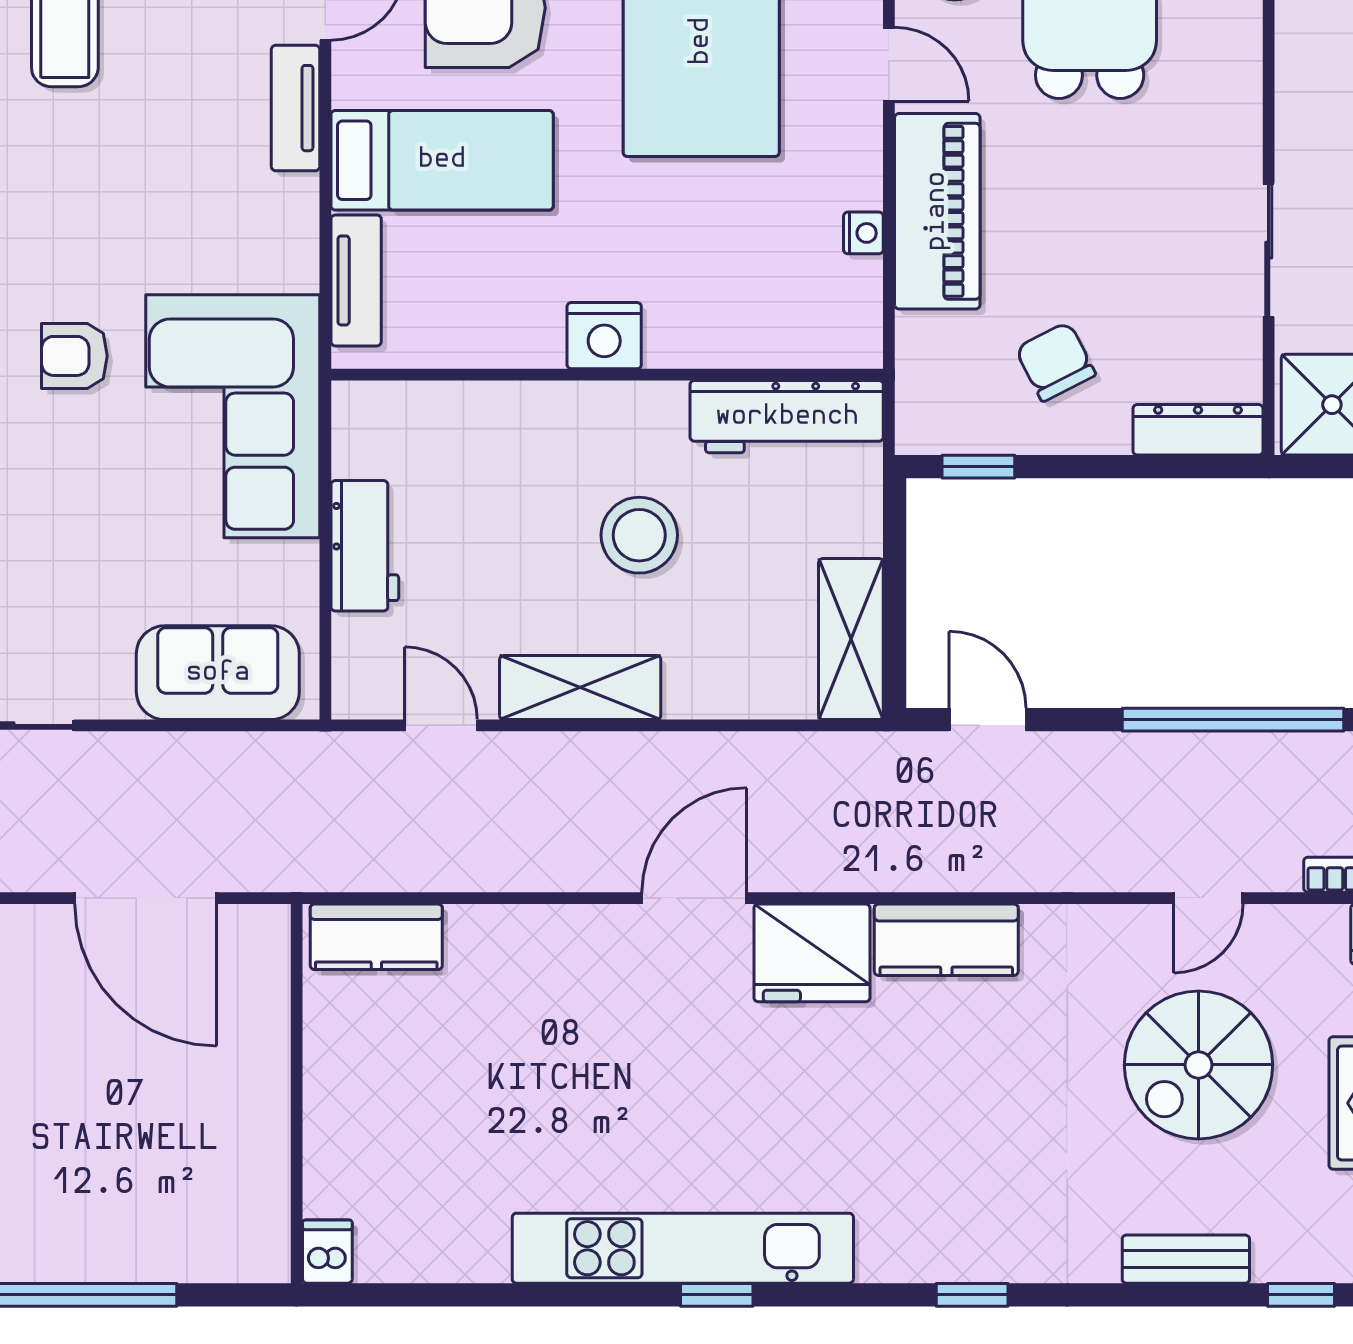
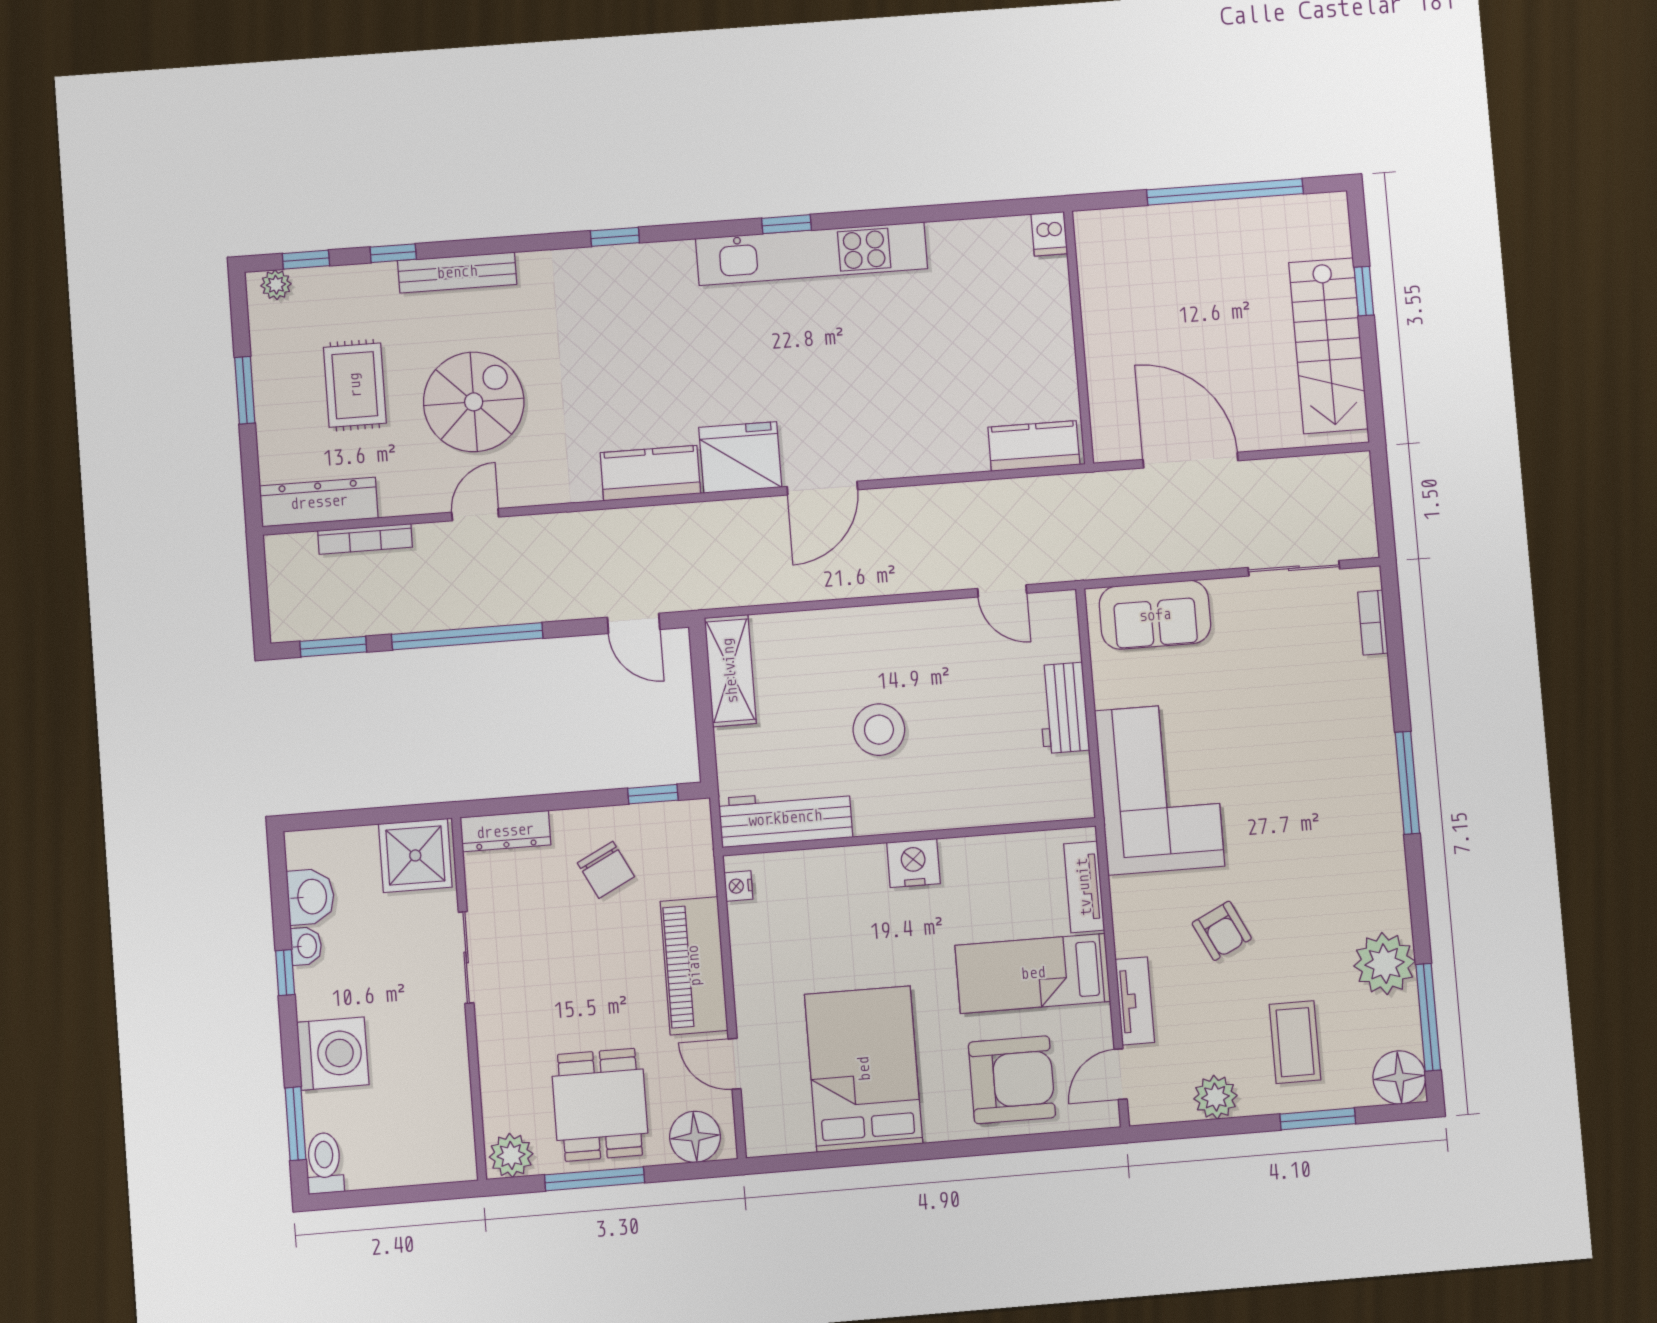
nightstand: (863, 233) -> (738, 886), moved
armchair: (74, 356) -> (1222, 931), moved, turned 64
shelving: (580, 688) -> (911, 624), removed
bench: (1186, 1259) -> (457, 272), width x1.36

